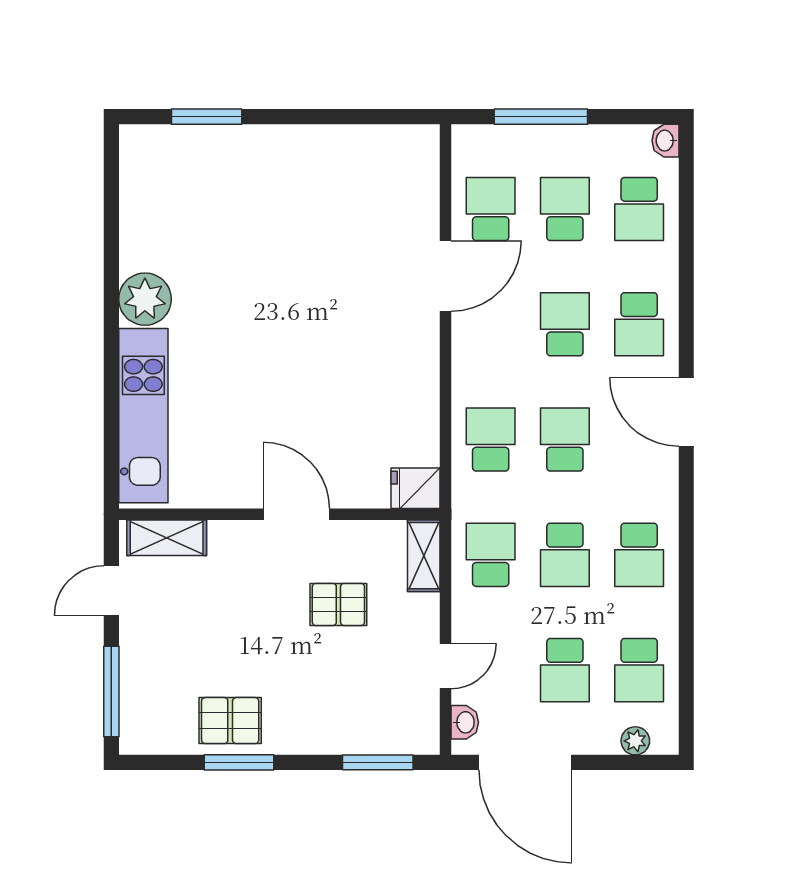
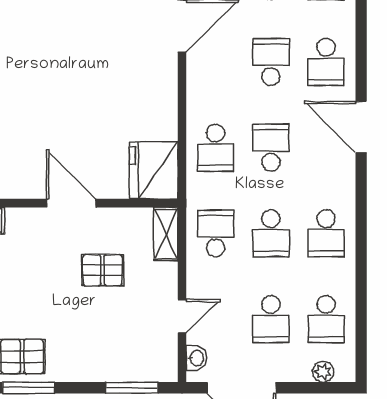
school desk: (491, 440) -> (216, 148), turned 180
fridge: (416, 488) -> (154, 170), width x1.88, depth x1.34

